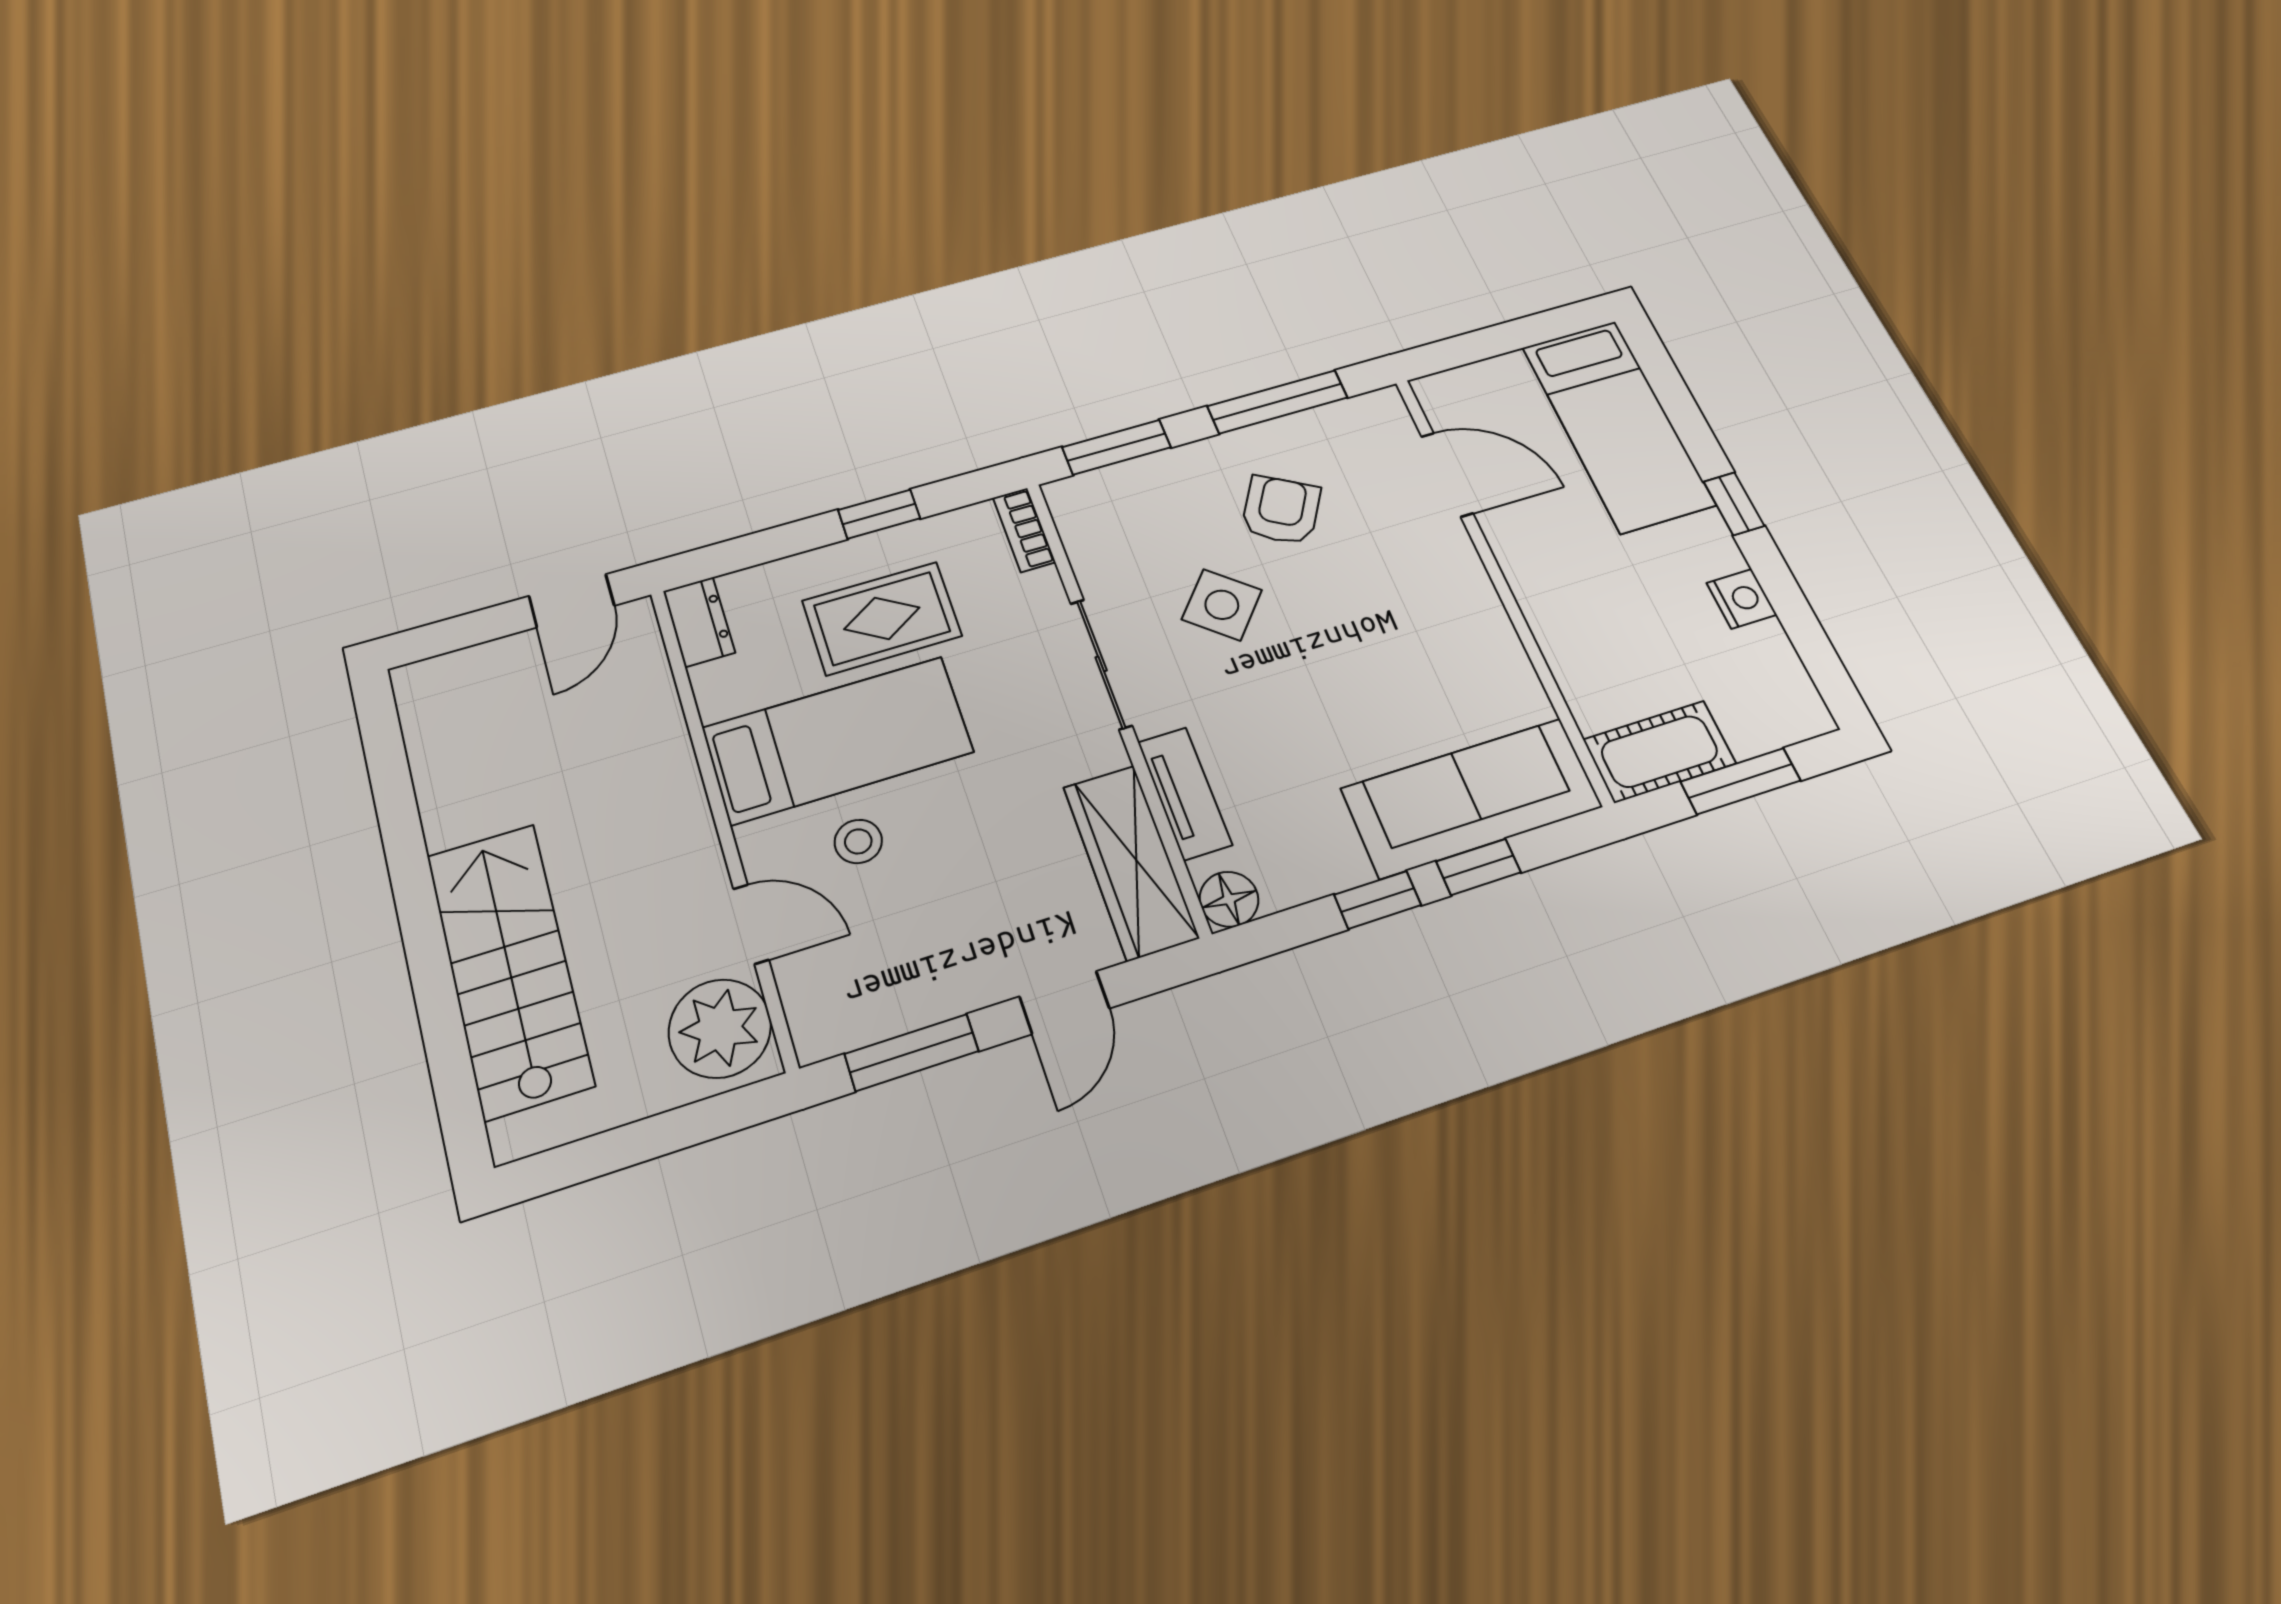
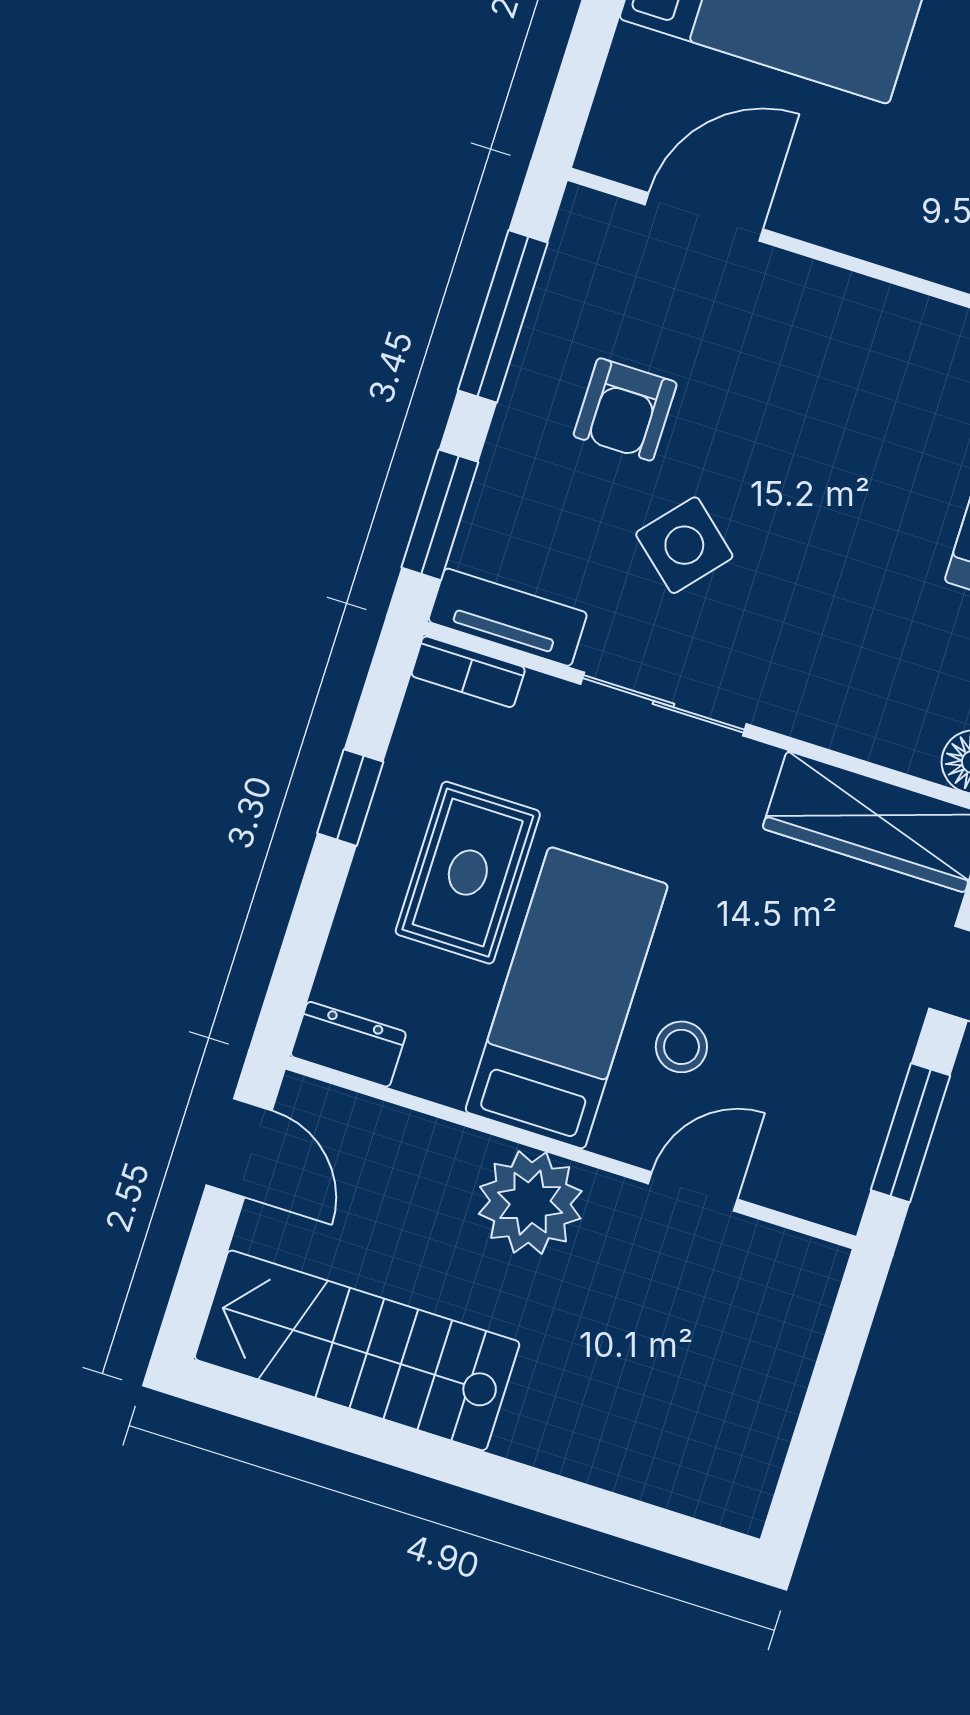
armchair: (1281, 510) -> (625, 409), turned -121
tv unit: (1185, 793) -> (508, 617), moved
stairs: (509, 969) -> (357, 1350), moved
plant: (720, 1028) -> (530, 1203), moved

